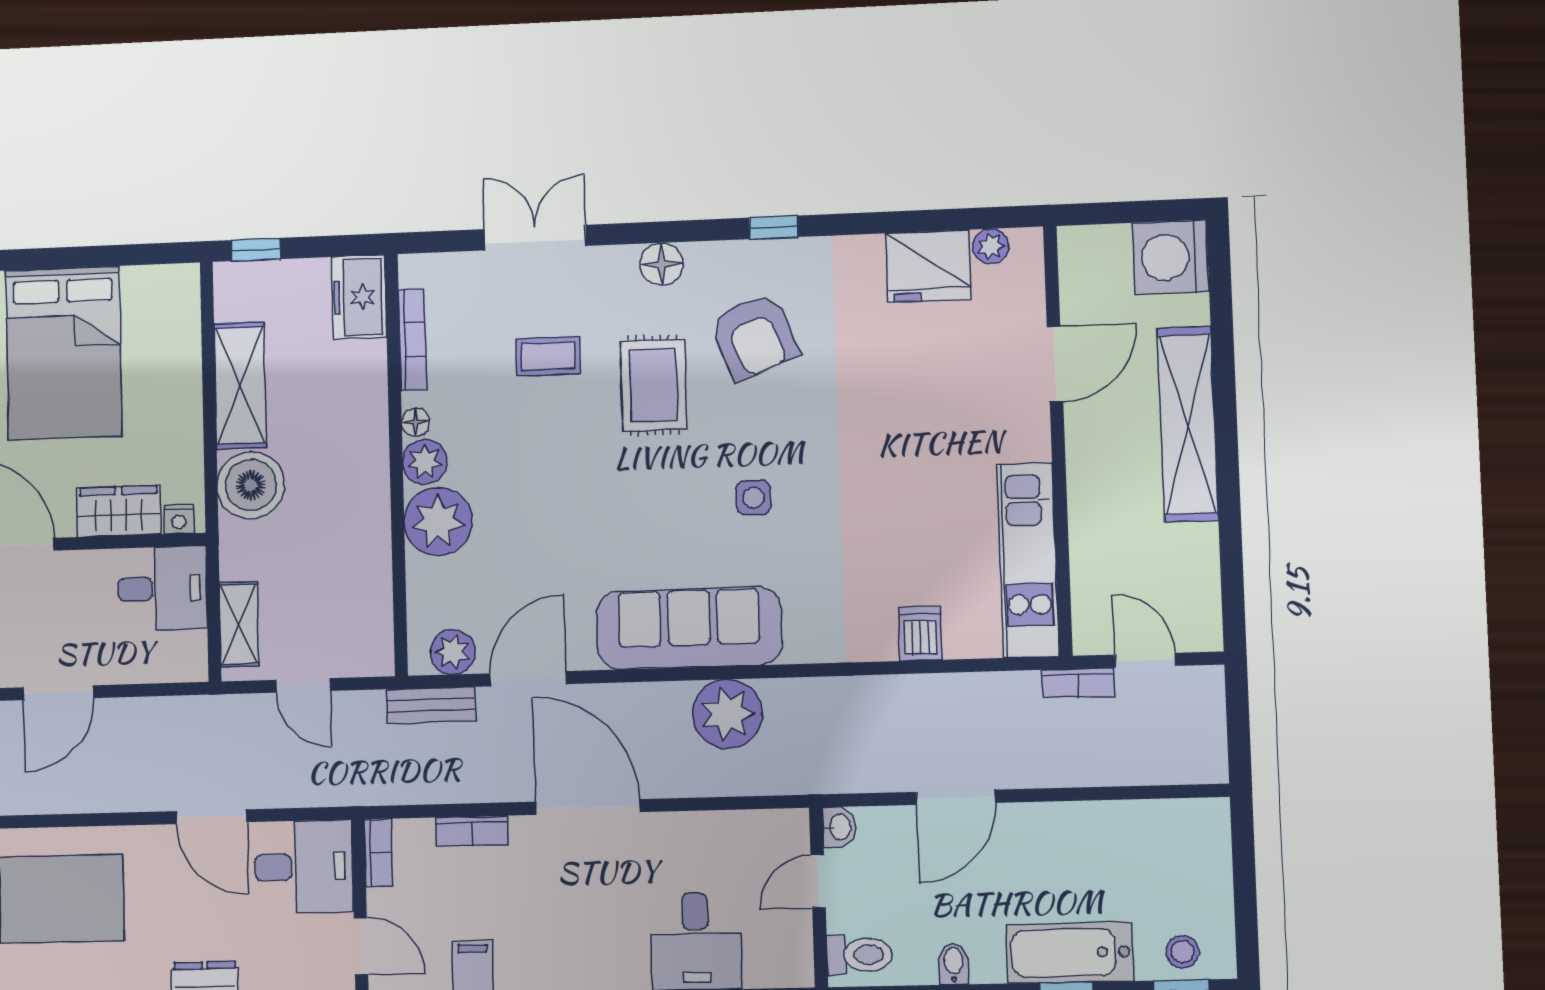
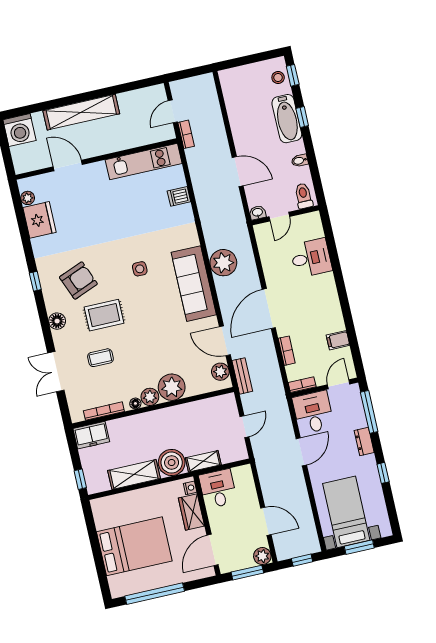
coffee table: (548, 356) -> (100, 358), turned 90
shelving: (239, 624) -> (203, 461), moved
door: (818, 881) -> (279, 217), hinge flipped

